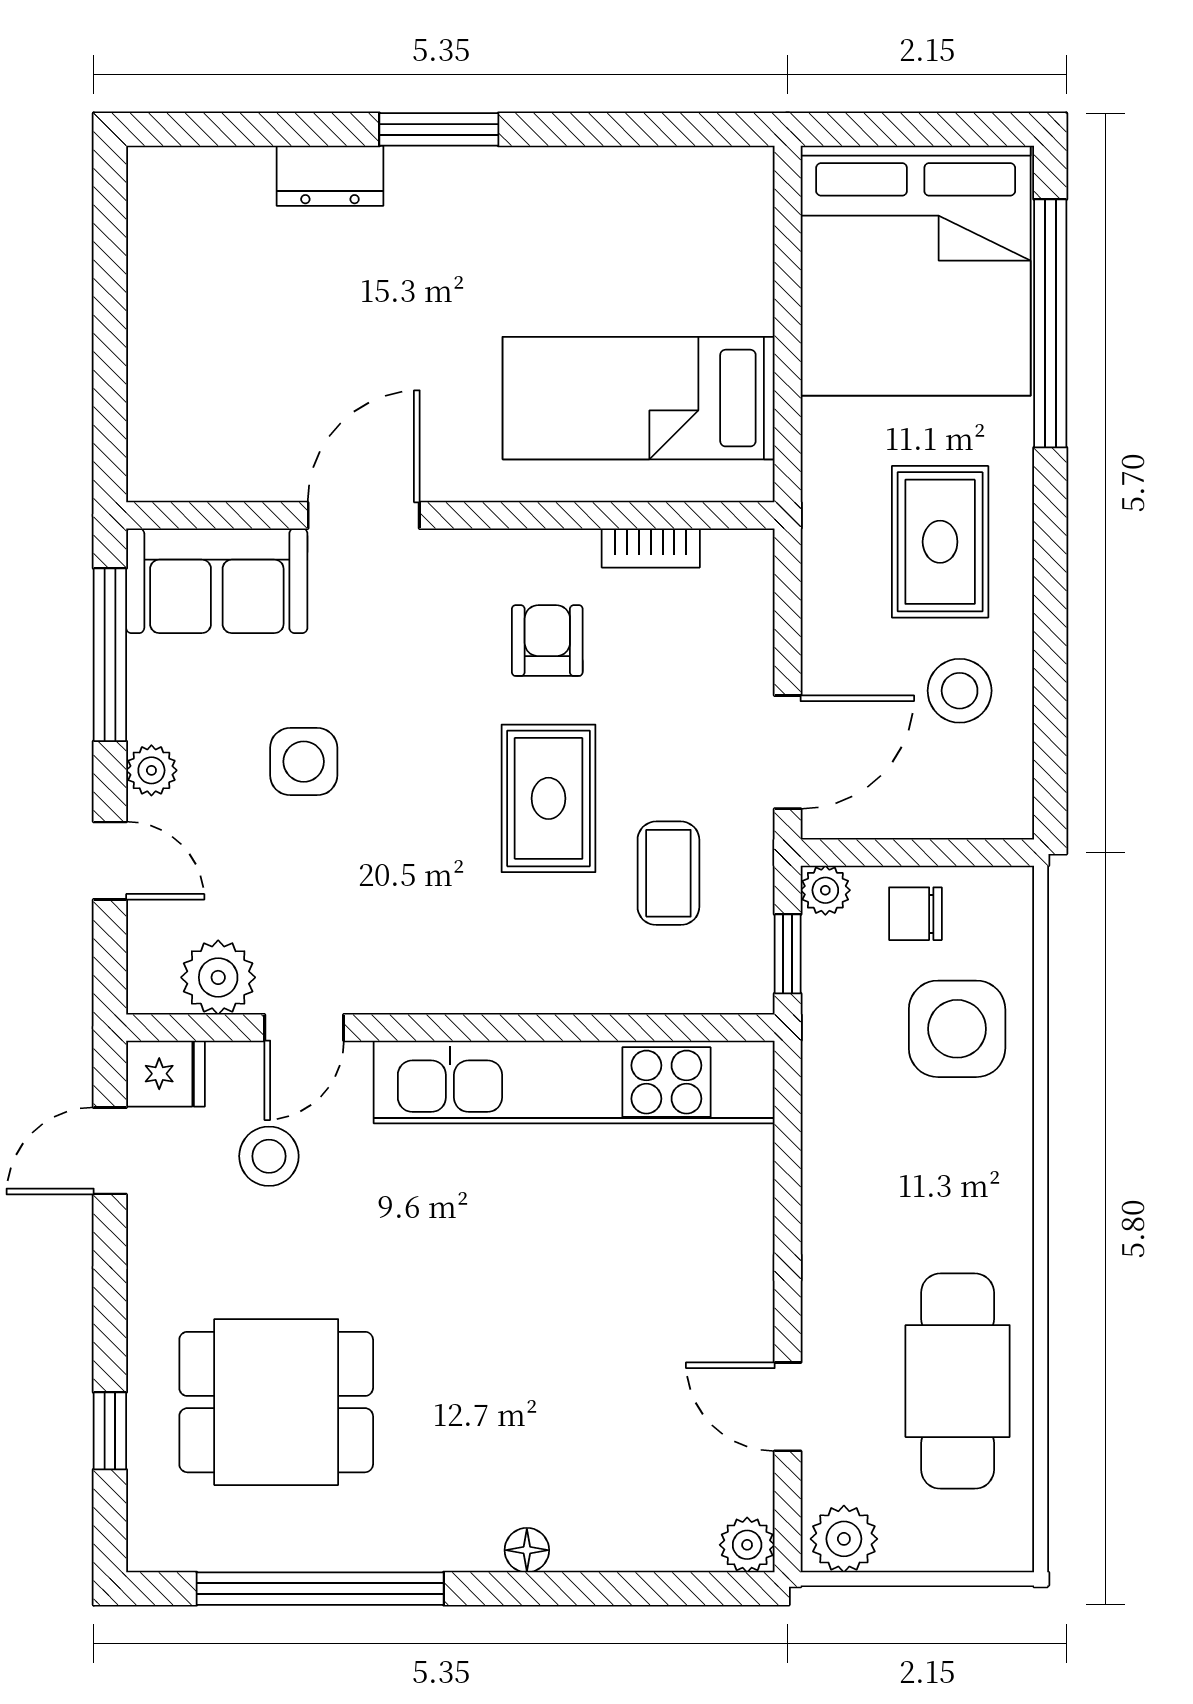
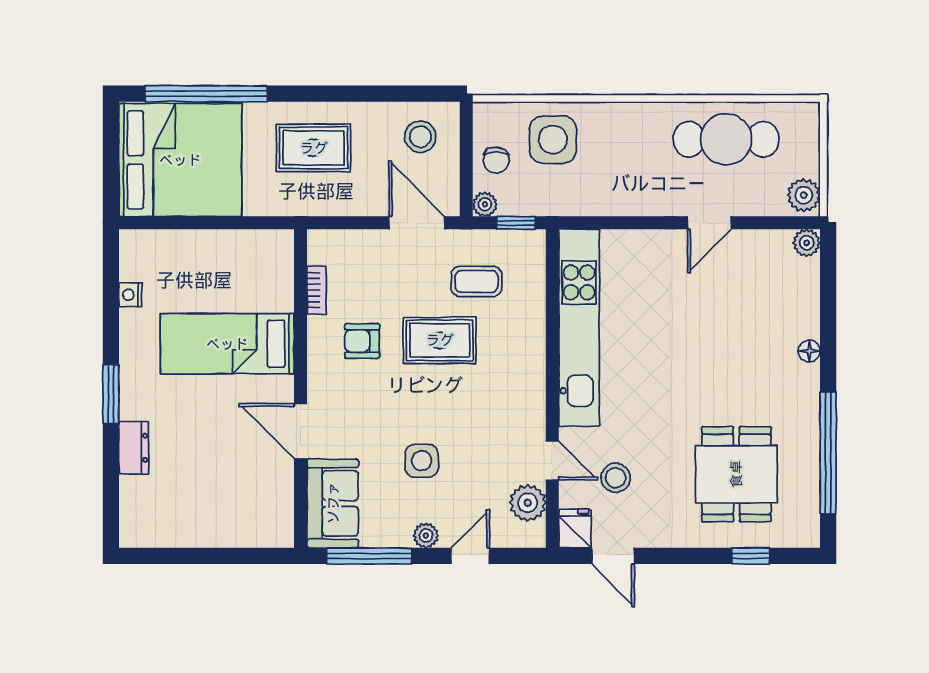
nightstand: (641, 169) -> (130, 295), added
bed: (639, 398) -> (227, 344), moved, turned 90
stool: (960, 691) -> (420, 137), moved
door: (788, 1407) -> (709, 223), moved

